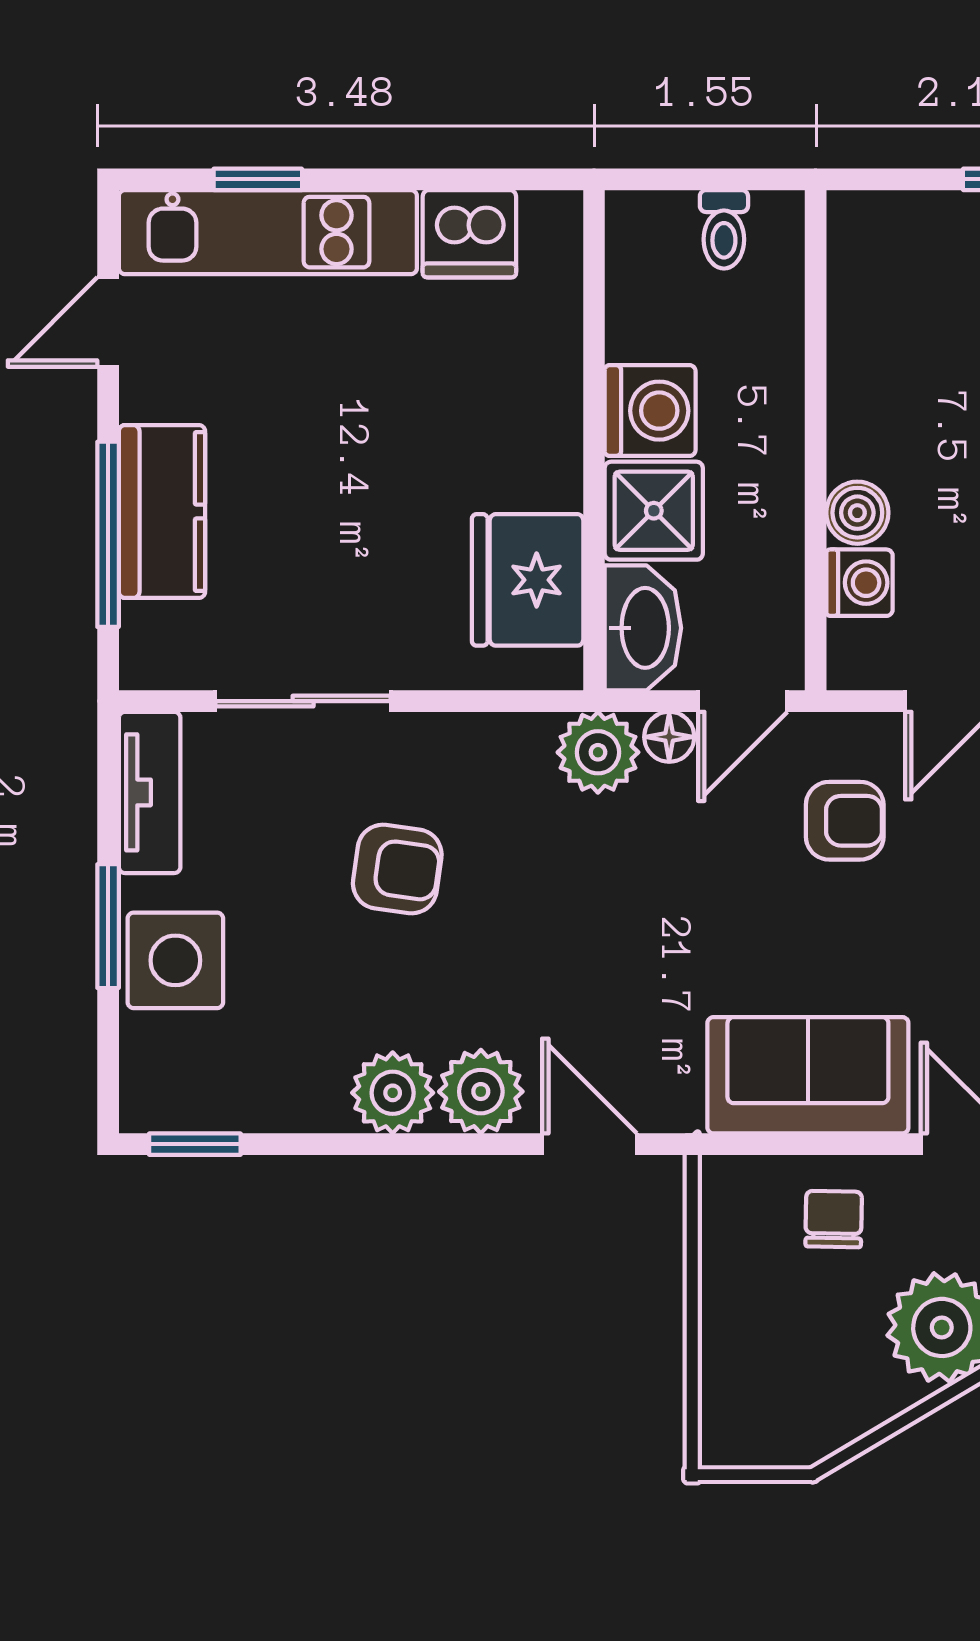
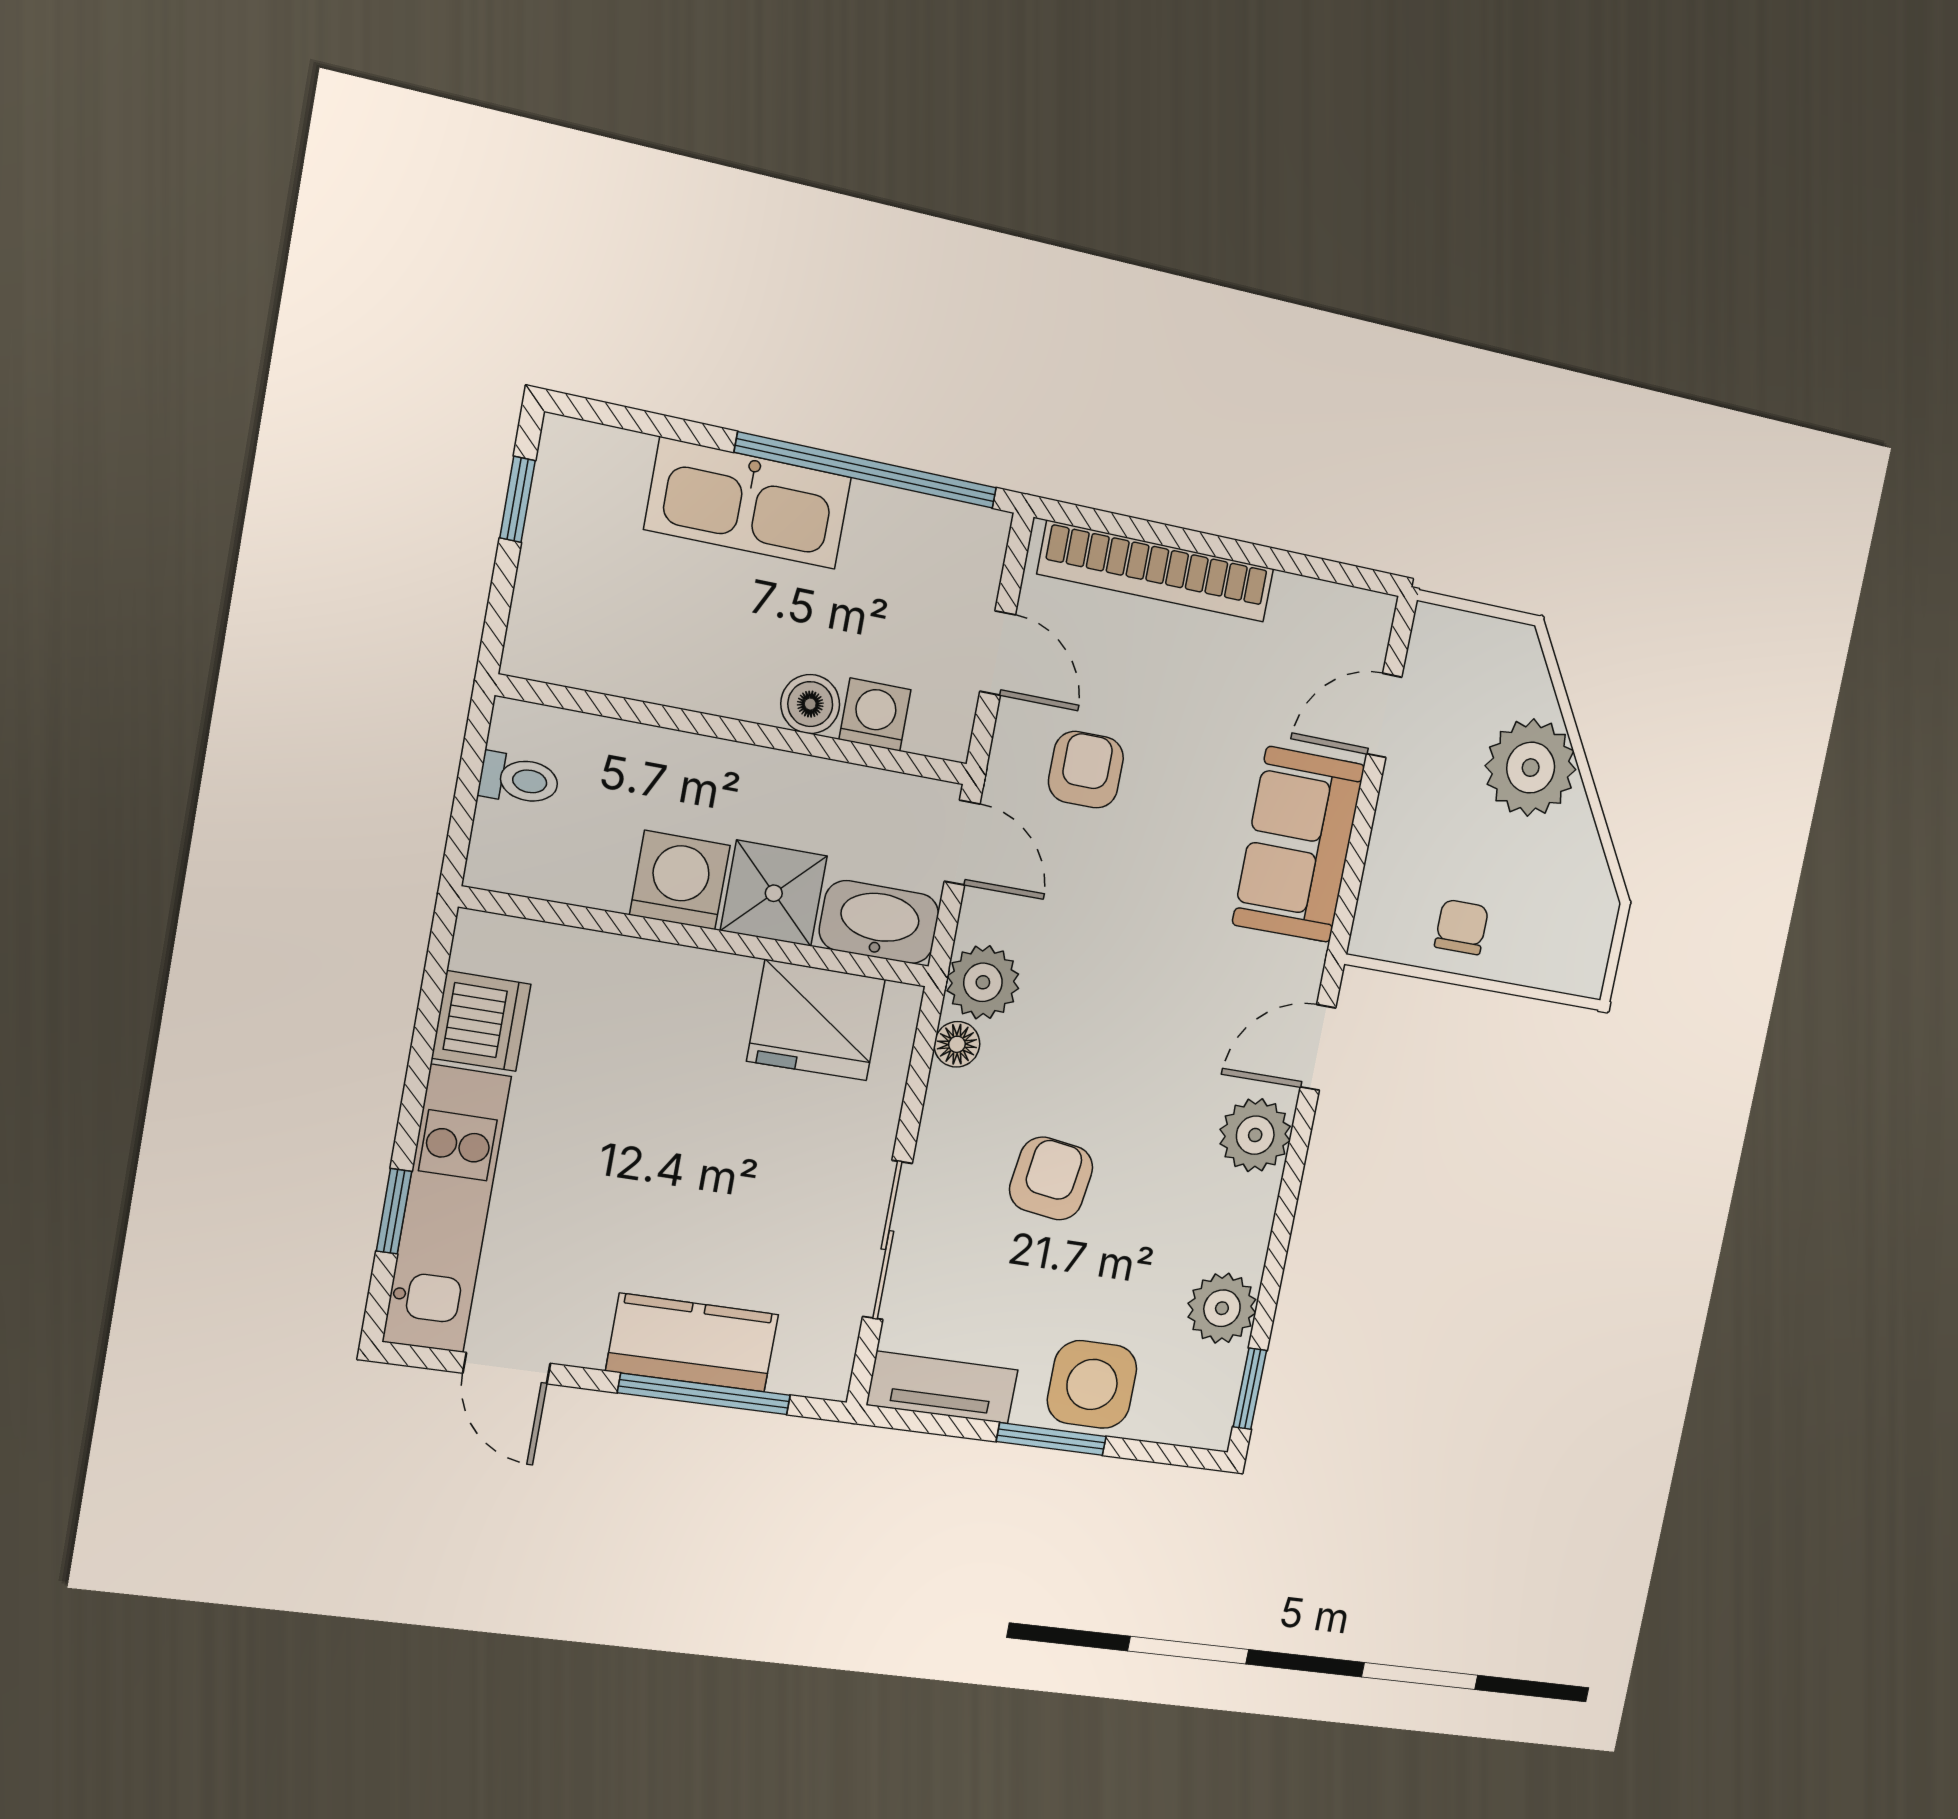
floor lamp: (669, 737) -> (957, 1044), moved
plant: (393, 1093) -> (1222, 1308), moved
chair: (834, 1219) -> (1462, 927), moved, turned 89

